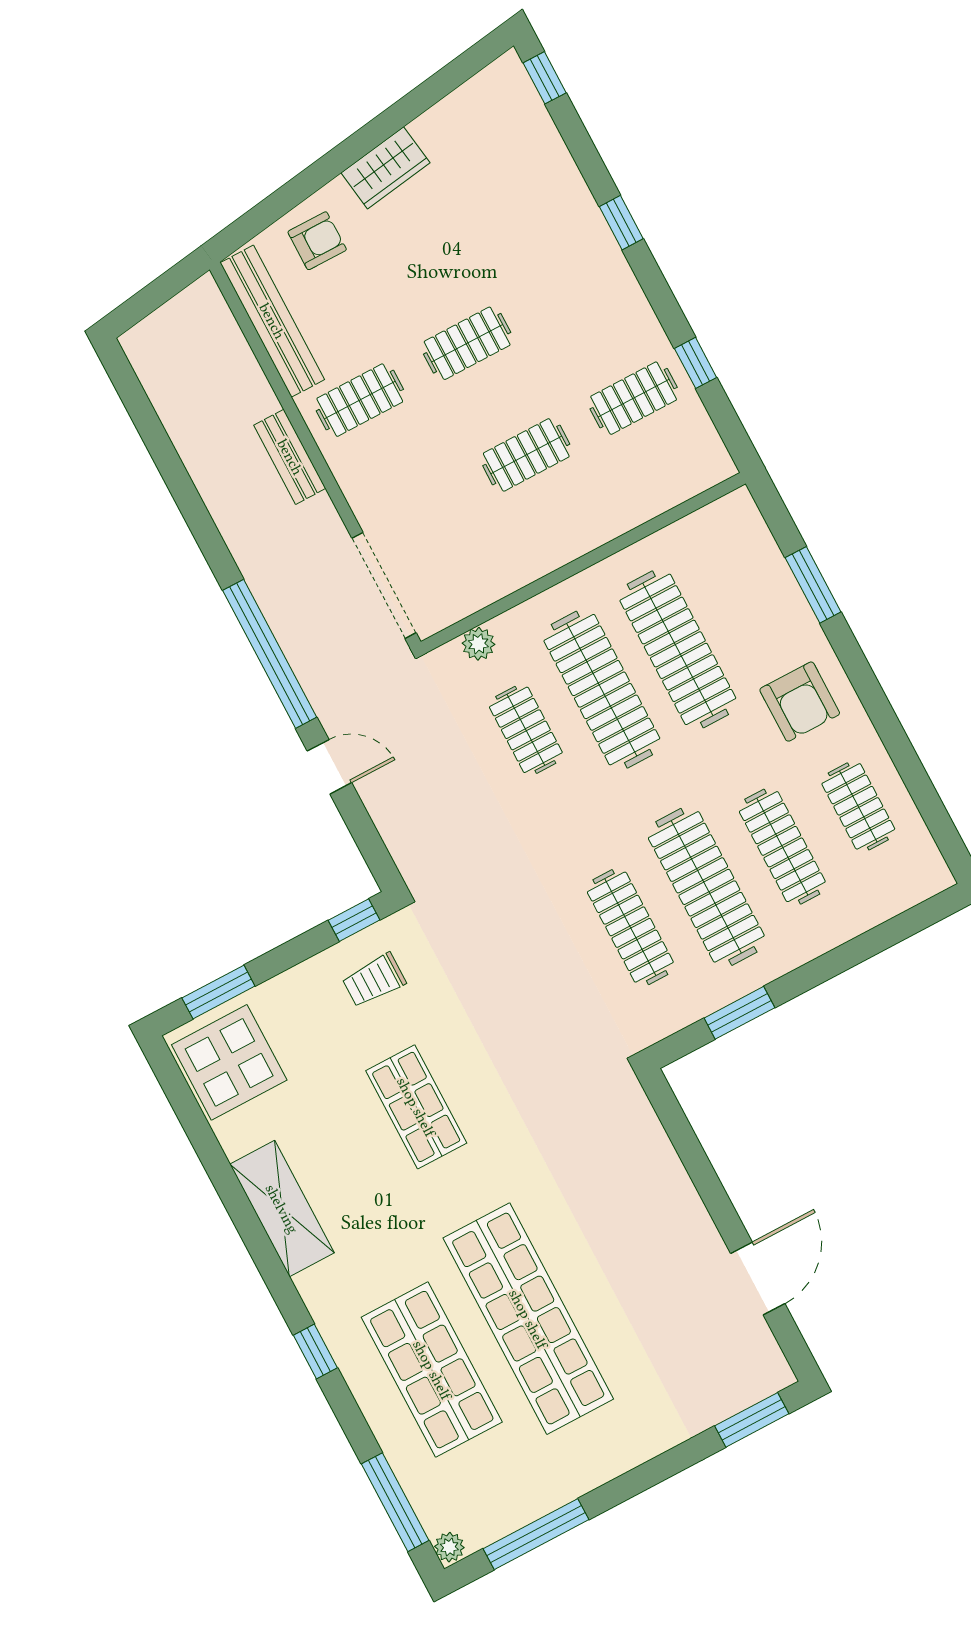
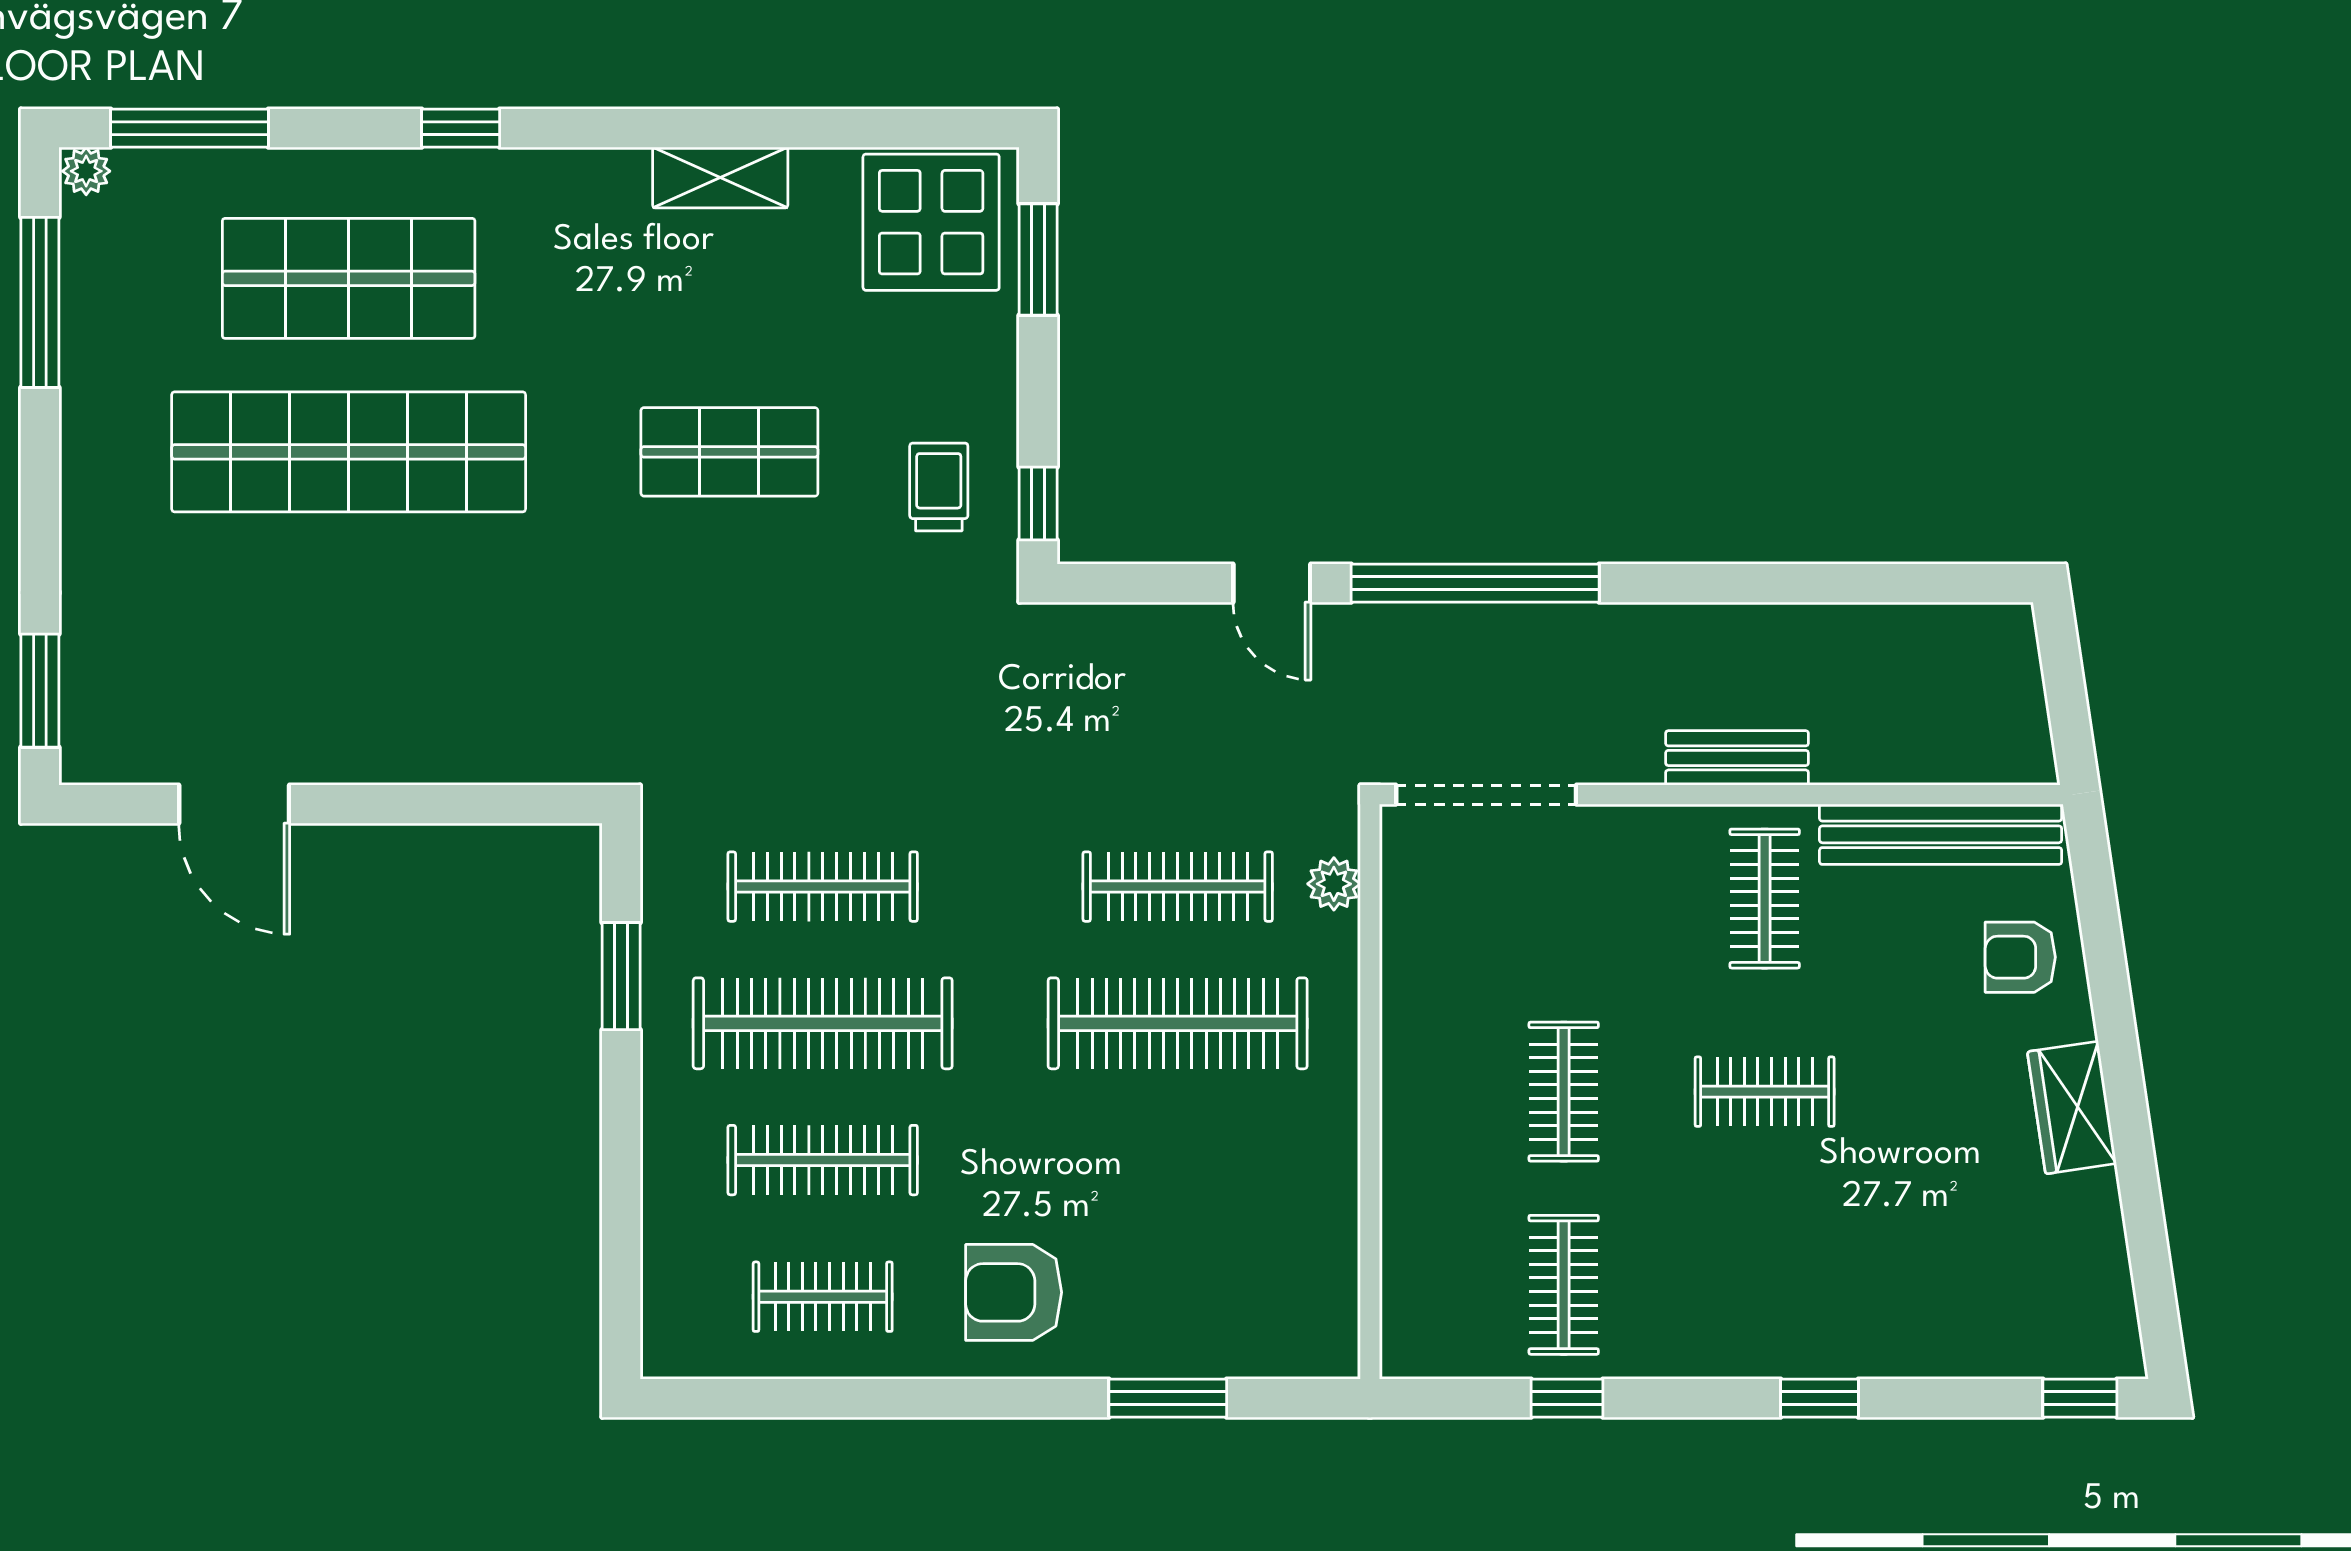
armchair: (317, 241) -> (2020, 957), turned 90
clothes rail: (467, 343) -> (1765, 1092), turned 90
clothes rail: (678, 649) -> (1178, 1160), removed
clothes rail: (526, 730) -> (1178, 887), width x1.36
door: (329, 767) -> (1272, 583), hinge flipped
shelving: (282, 1209) -> (720, 178), width x0.67, depth x0.75

